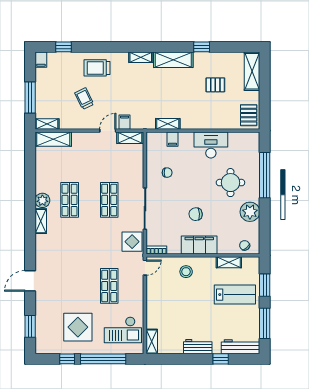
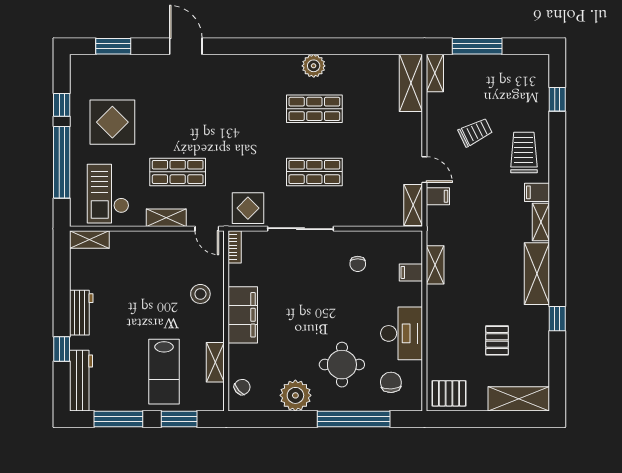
filing cabinet: (41, 60) -> (537, 192), moved
chair: (196, 214) -> (391, 382), moved
shelving: (41, 221) -> (166, 218), moved

